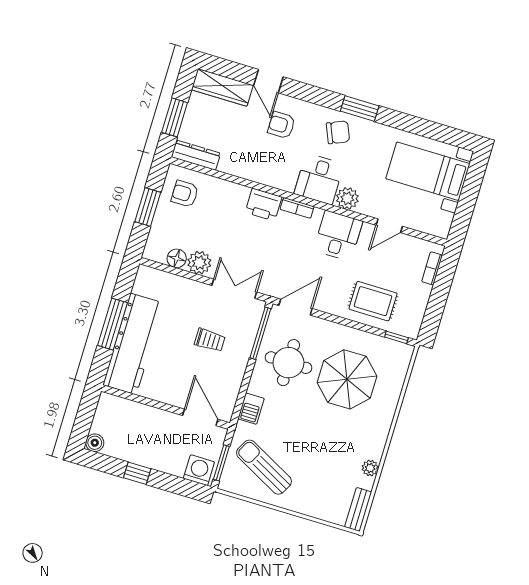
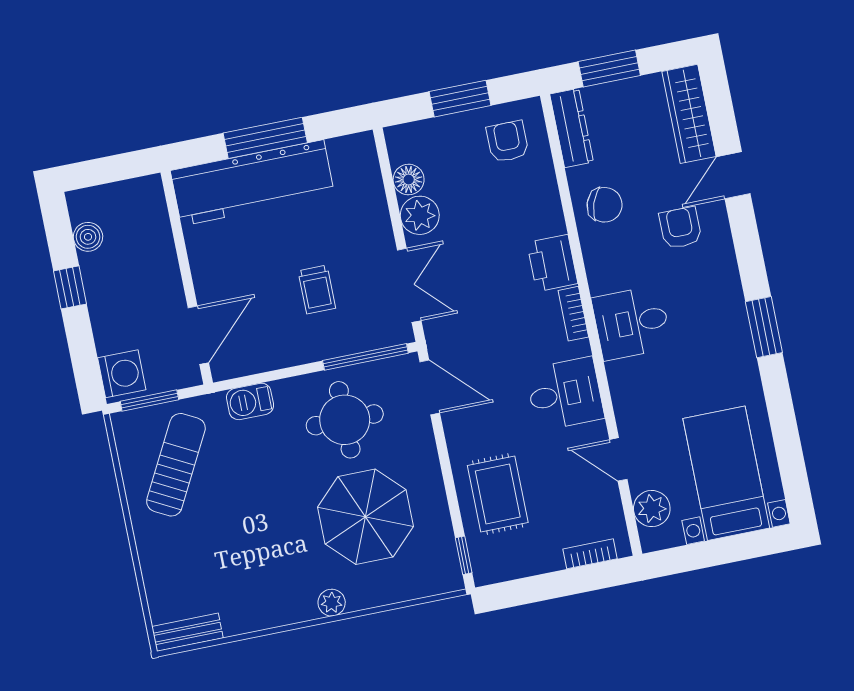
chair: (338, 132) -> (605, 205), moved, turned -48
plant: (347, 198) -> (652, 509), moved
boiler: (95, 443) -> (88, 237), moved
plant: (370, 468) -> (332, 603), moved

